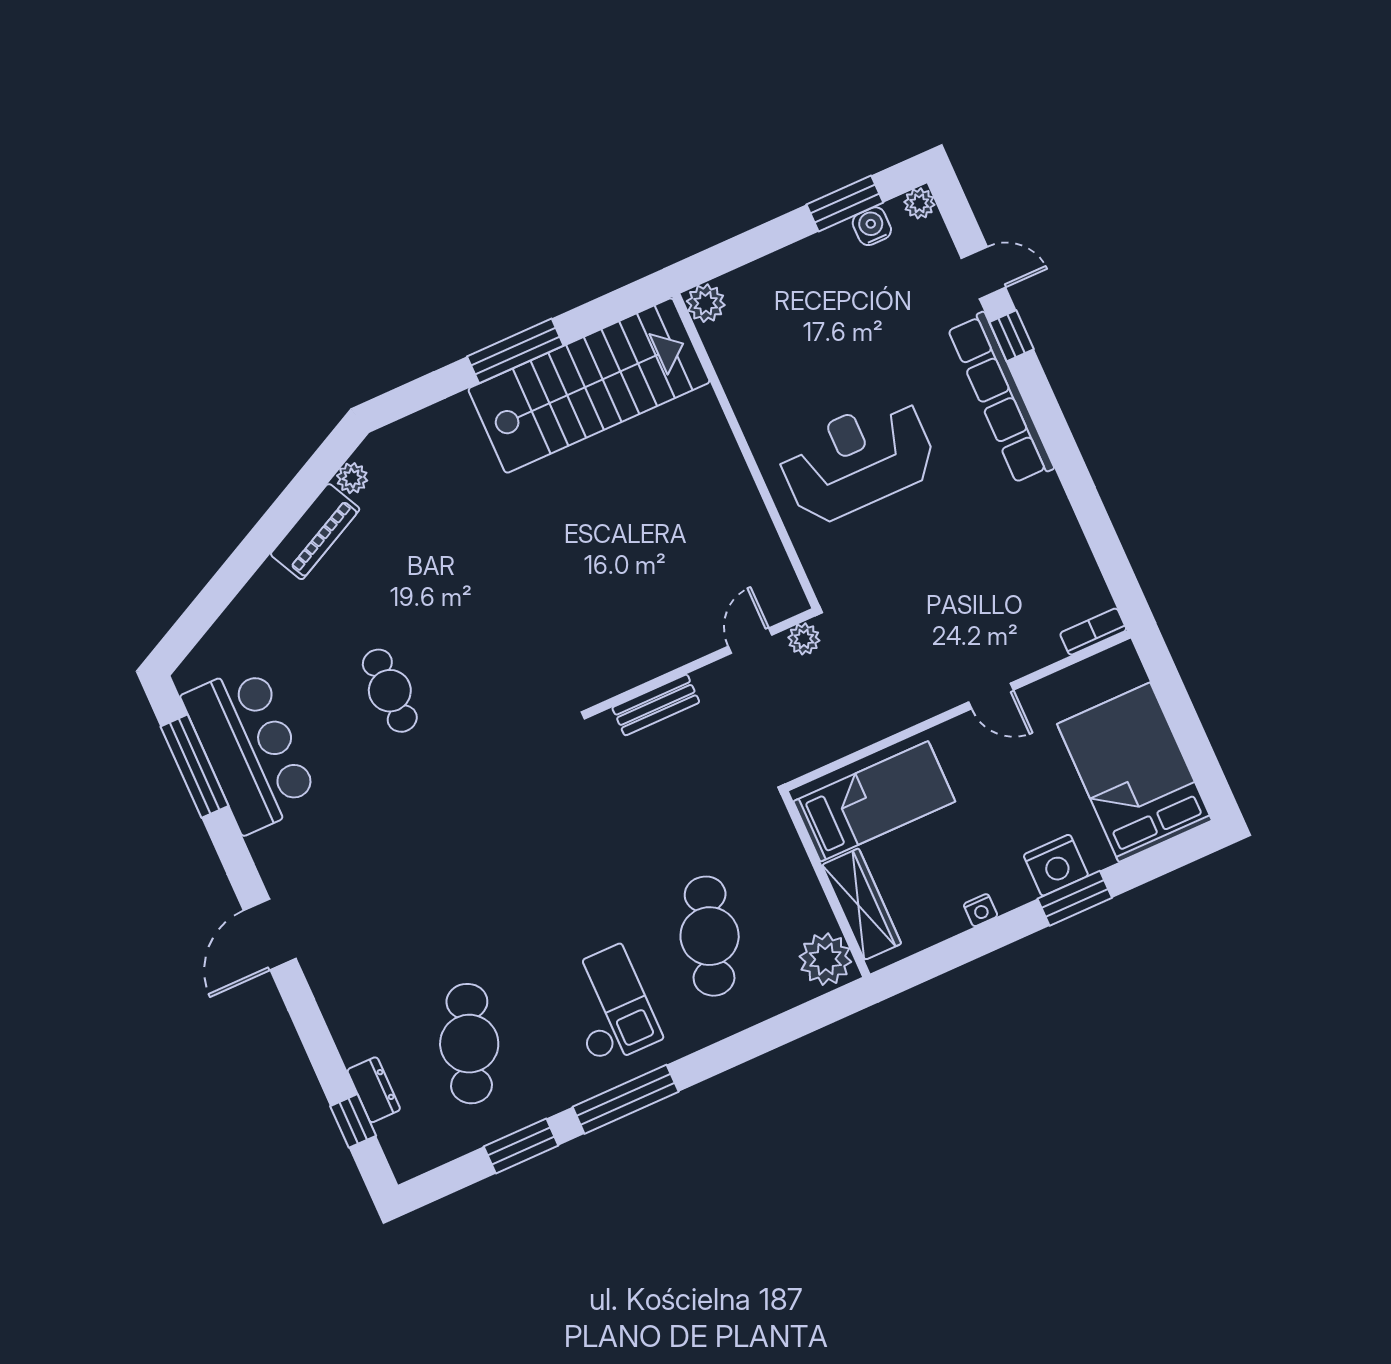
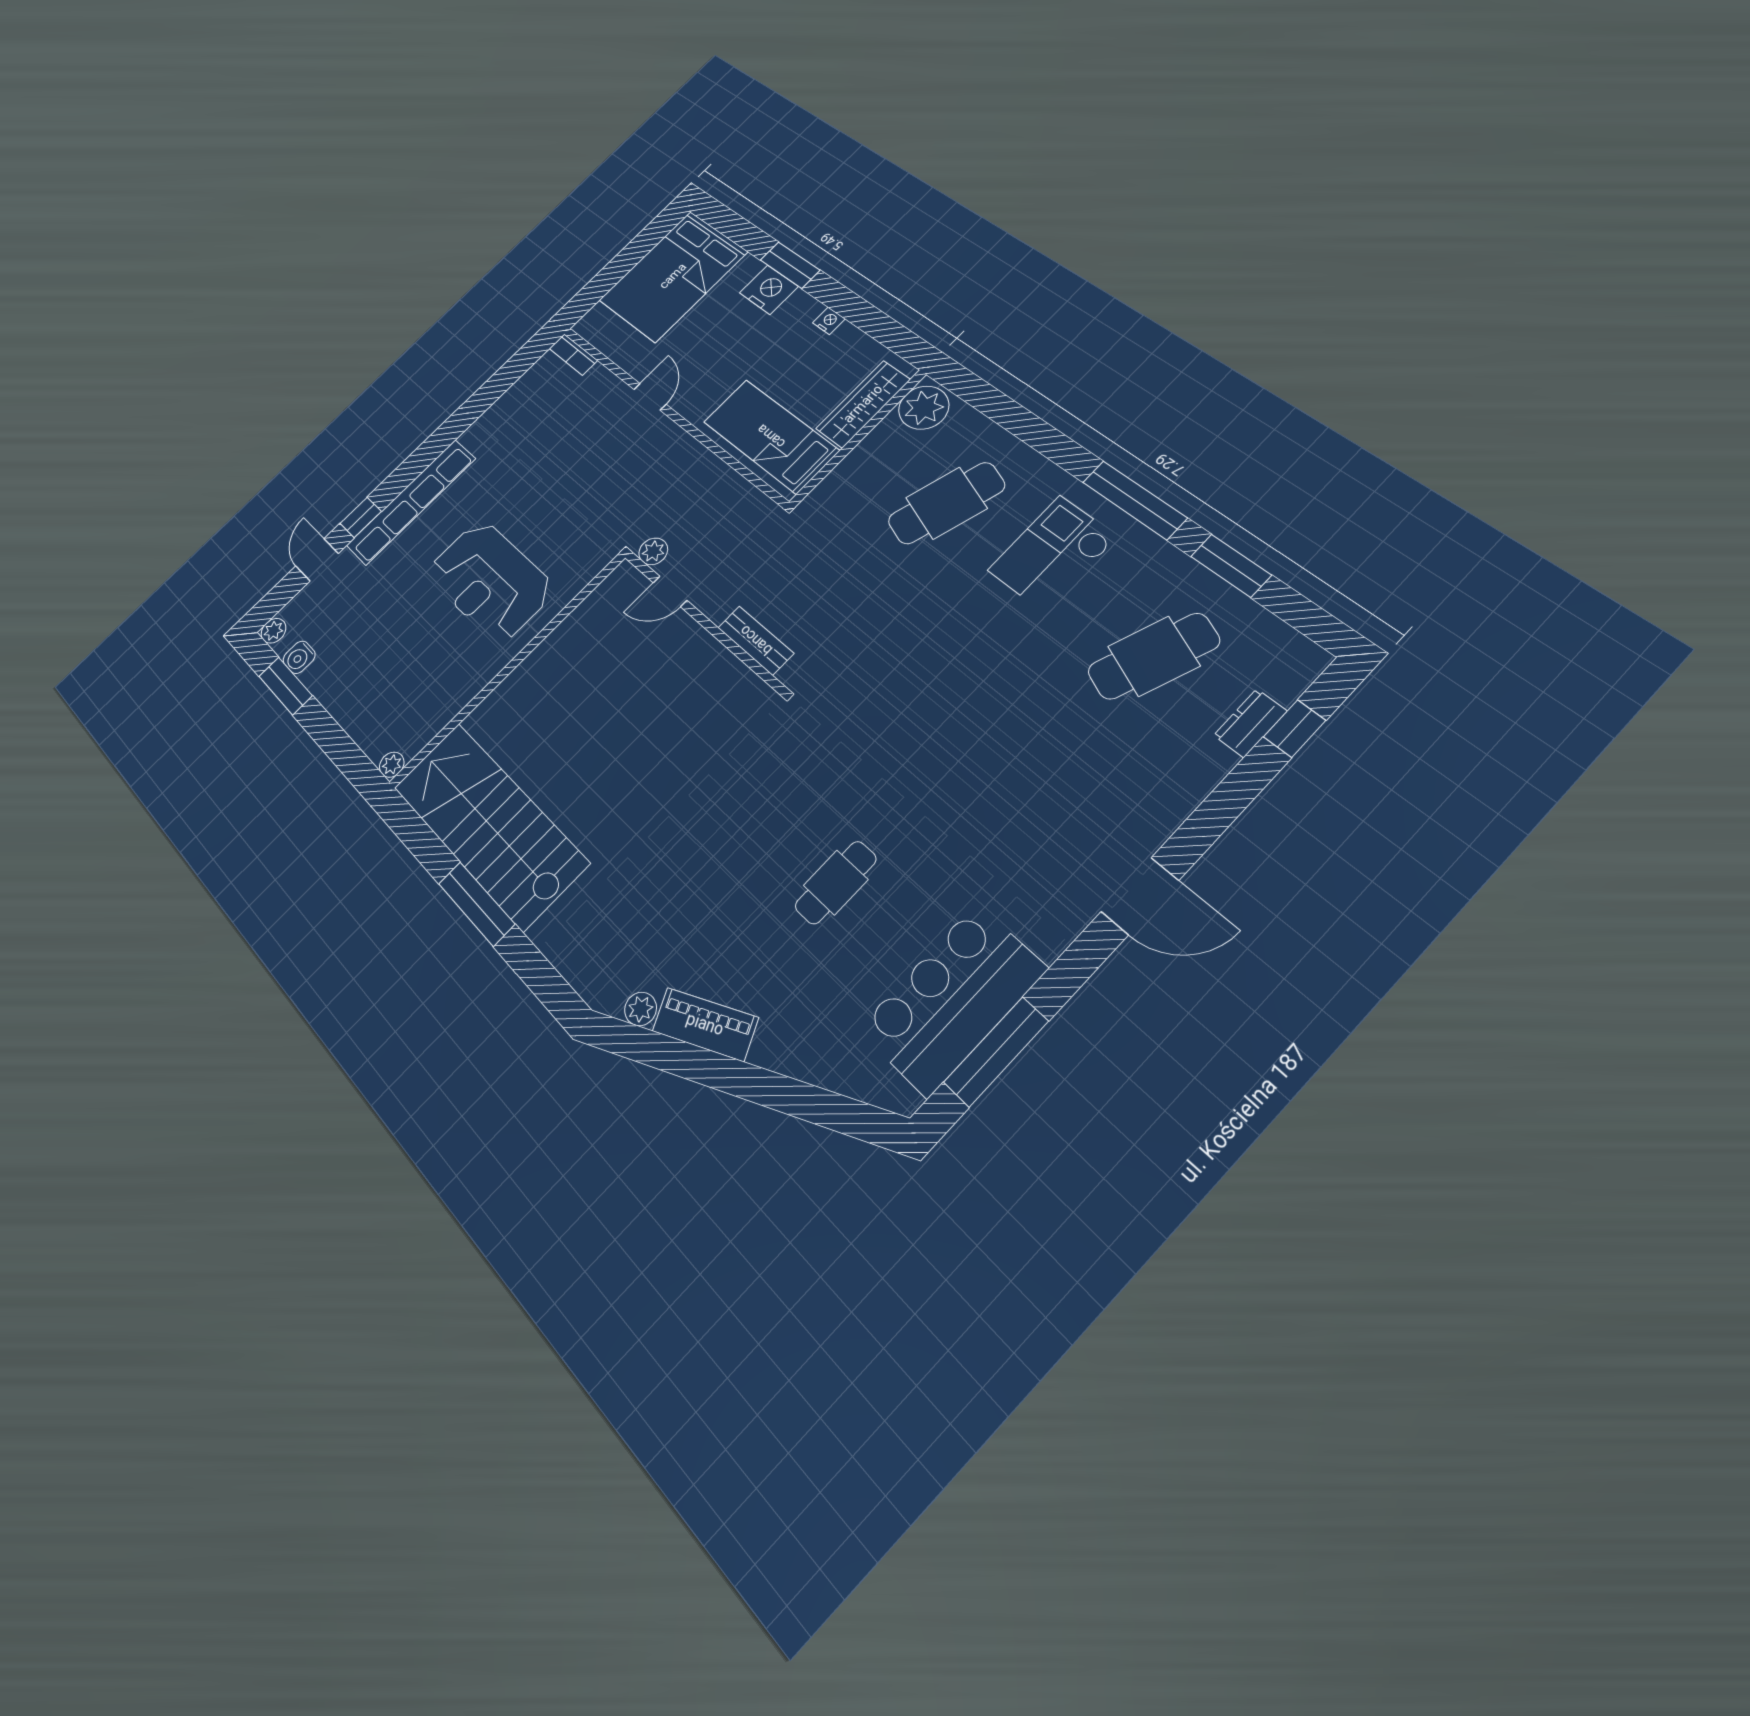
plant: (706, 303) -> (392, 765), width x0.73, depth x0.73

